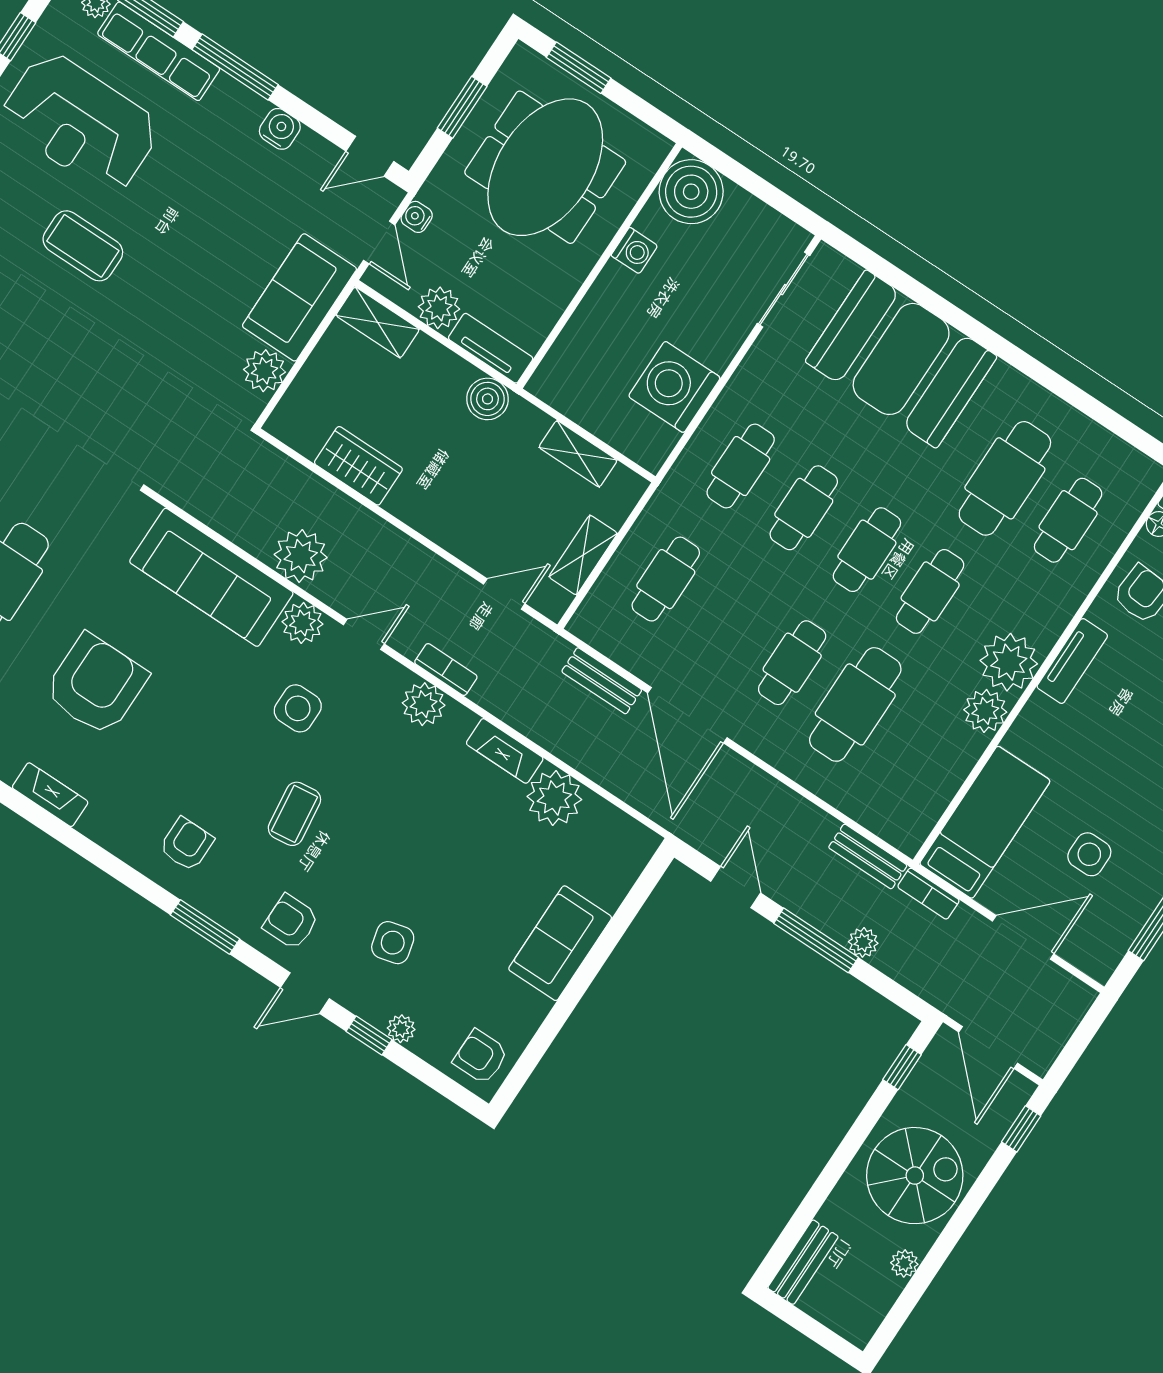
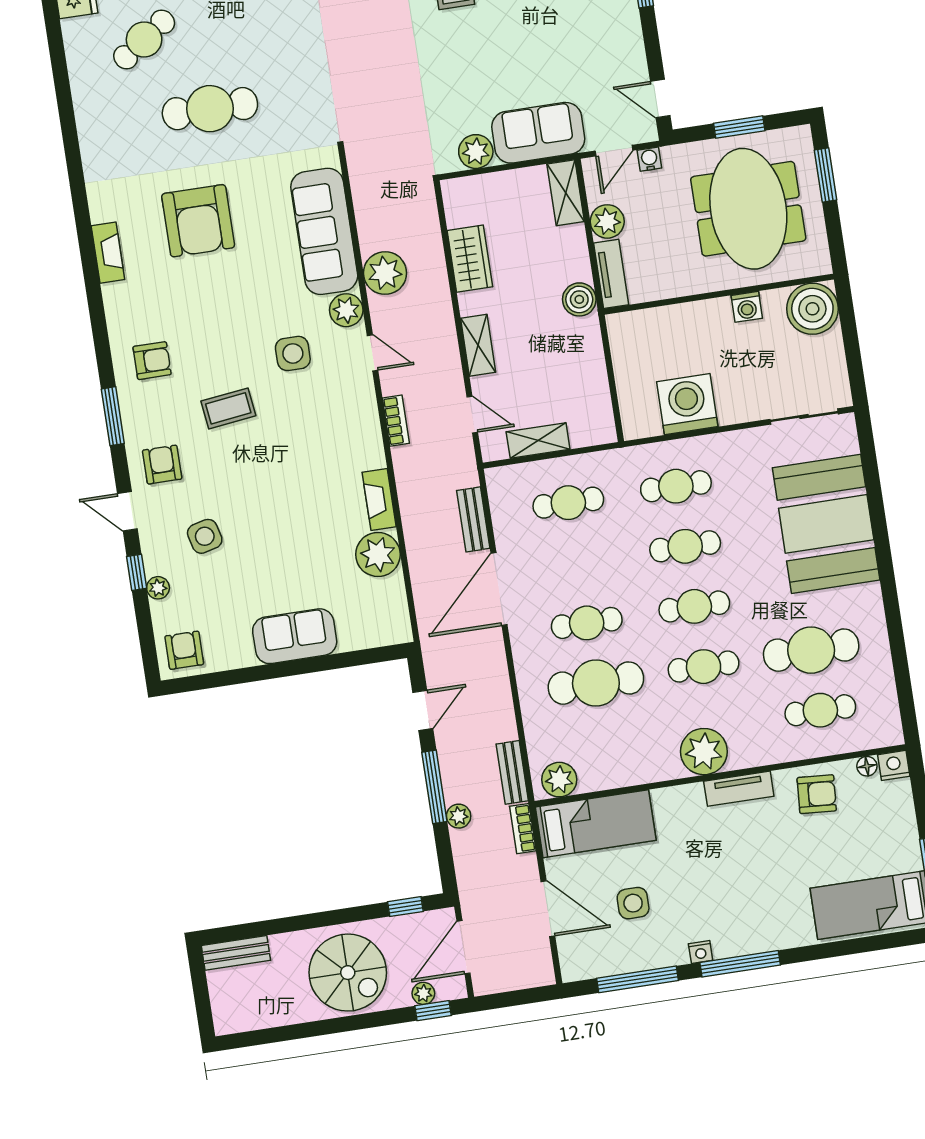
water cooler: (280, 129) -> (628, 30), removed
meeting table: (545, 167) -> (748, 209), turned 90
shelving: (578, 454) -> (478, 345), moved
armchair: (96, 685) -> (198, 221), turned 90
plant: (424, 704) -> (363, 426), removed
plant: (985, 711) -> (559, 780), moved
plant: (904, 1263) -> (423, 993), moved

